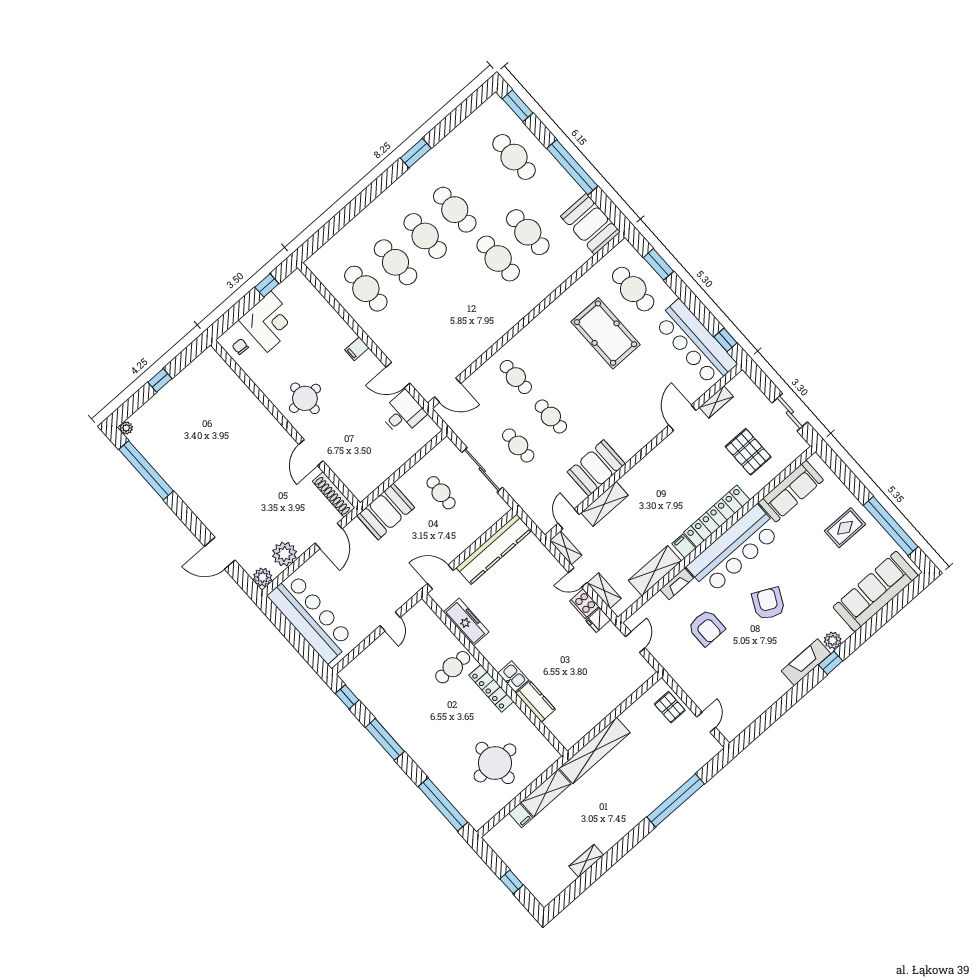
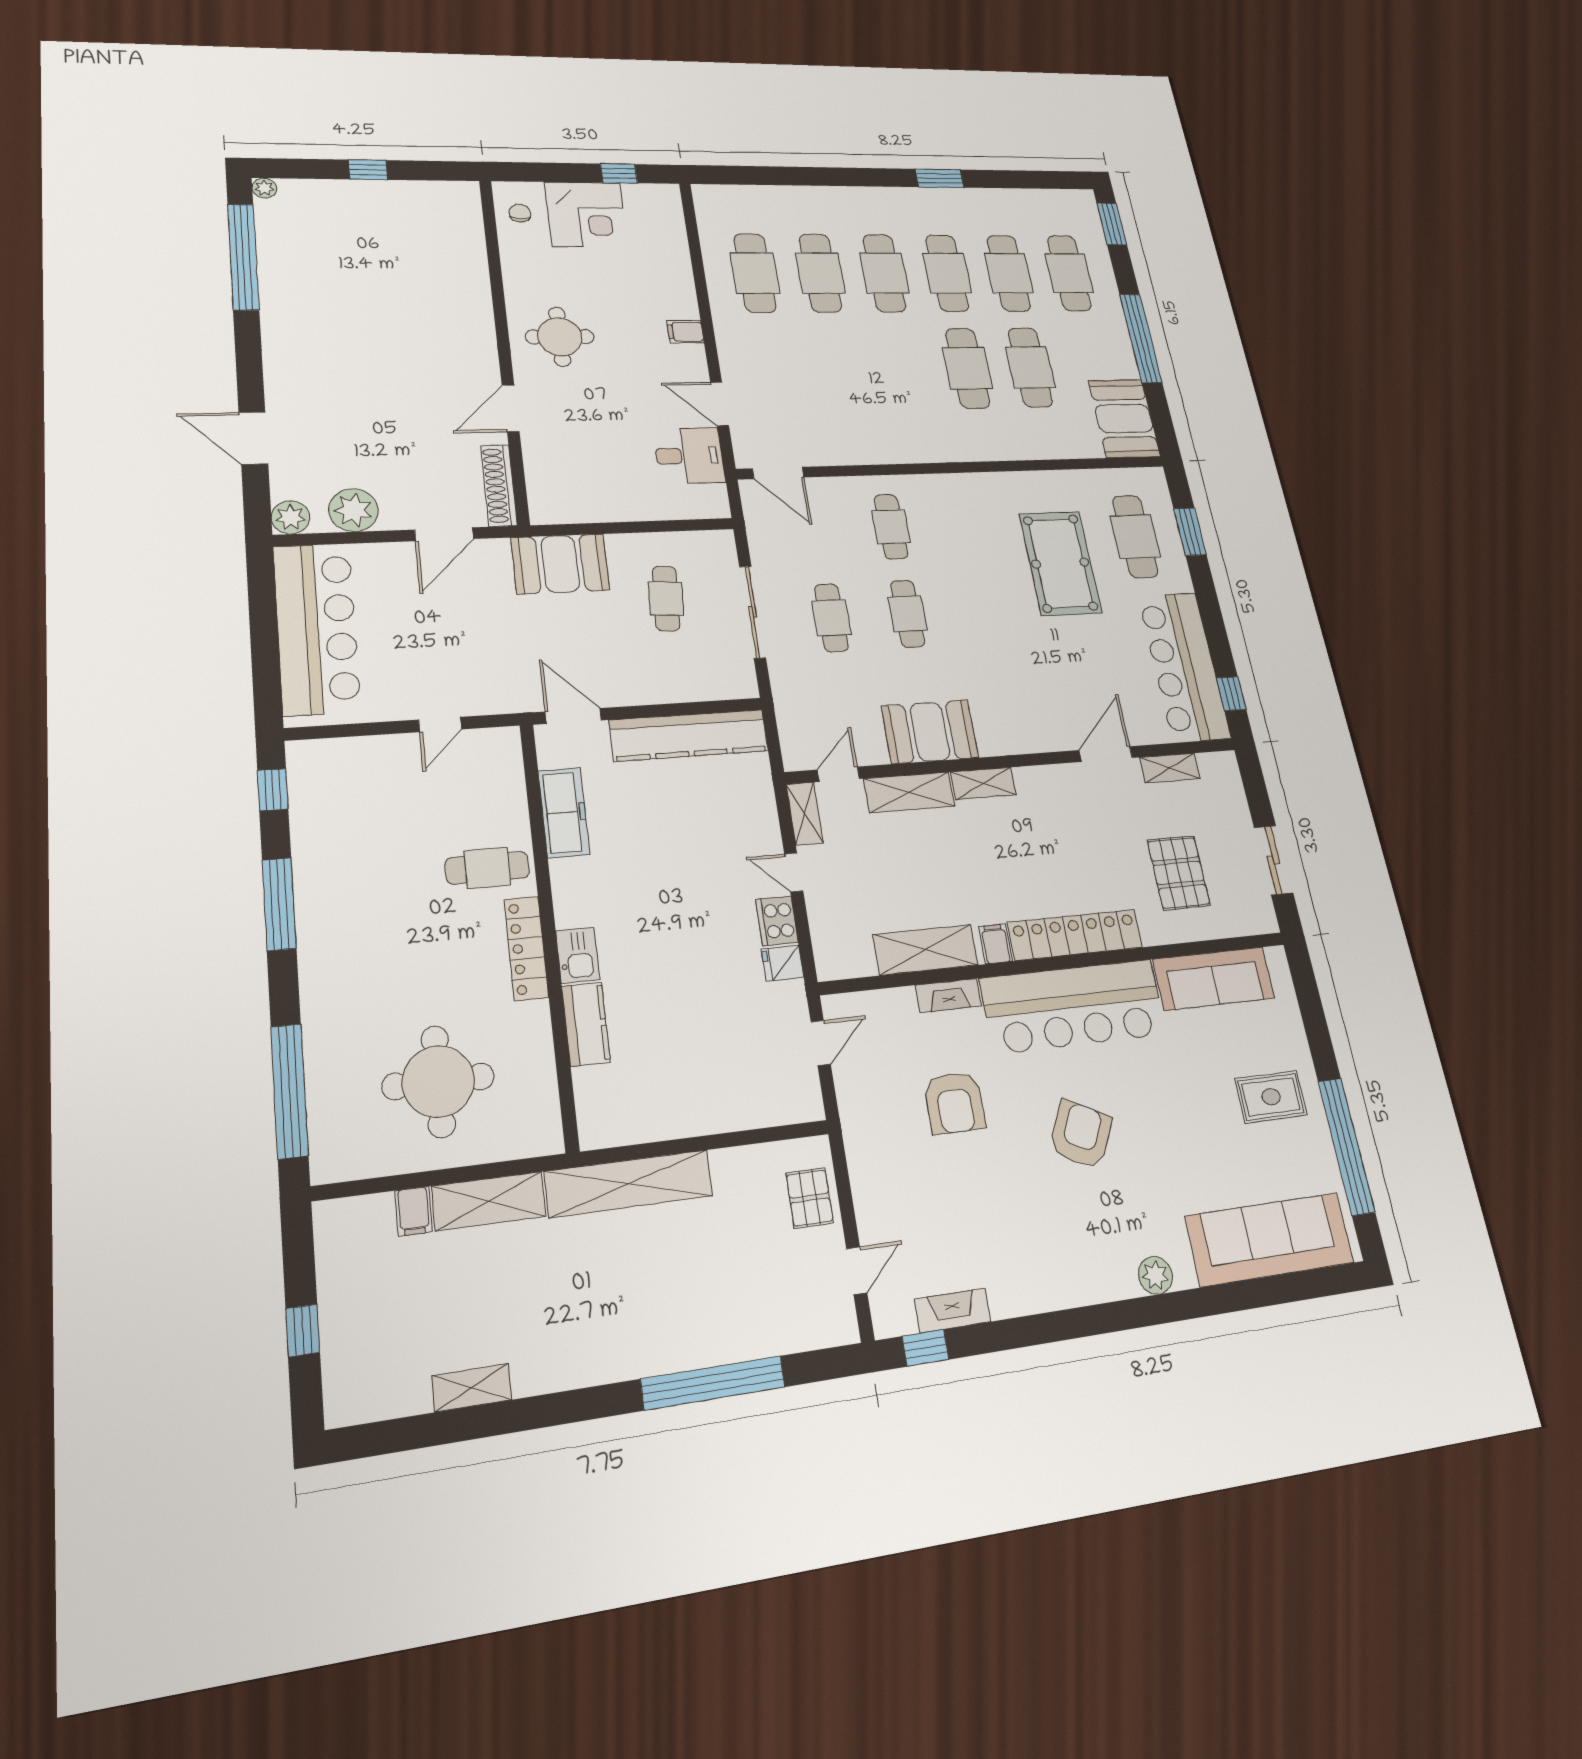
cafe table: (484, 183) -> (1009, 273), added
shelving: (604, 591) -> (983, 783), moved, turned 90
fireplace: (806, 662) -> (953, 1310), moved, width x0.73, depth x0.76
window: (831, 663) -> (925, 1348), moved

